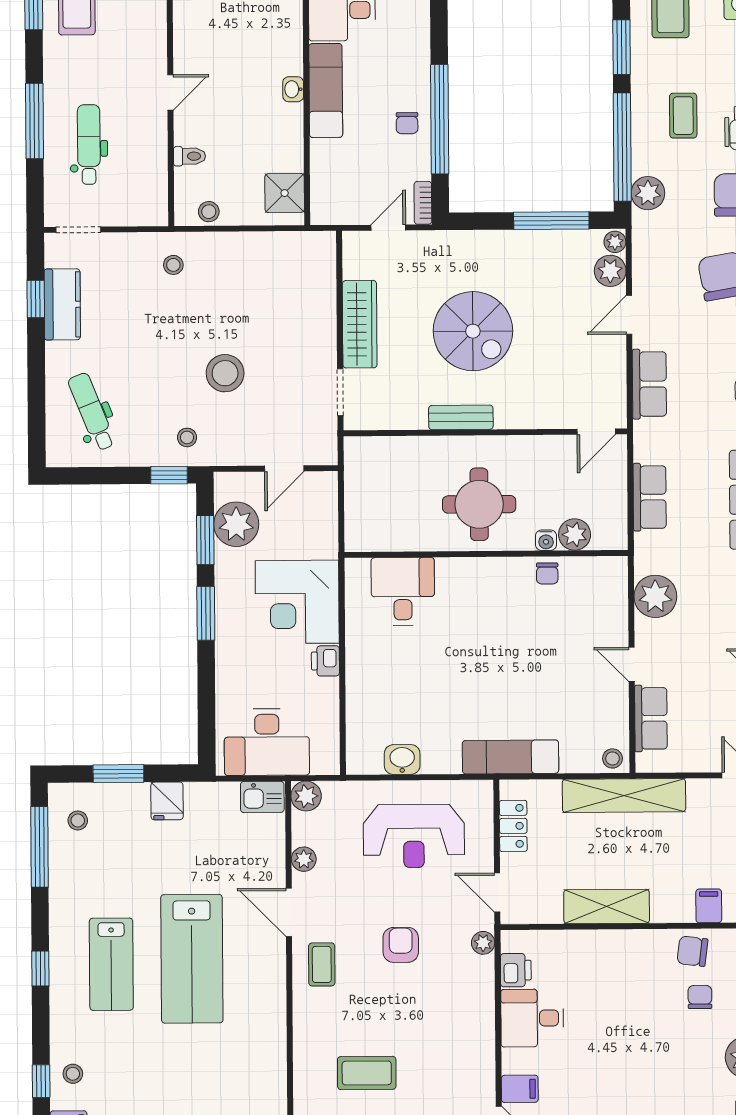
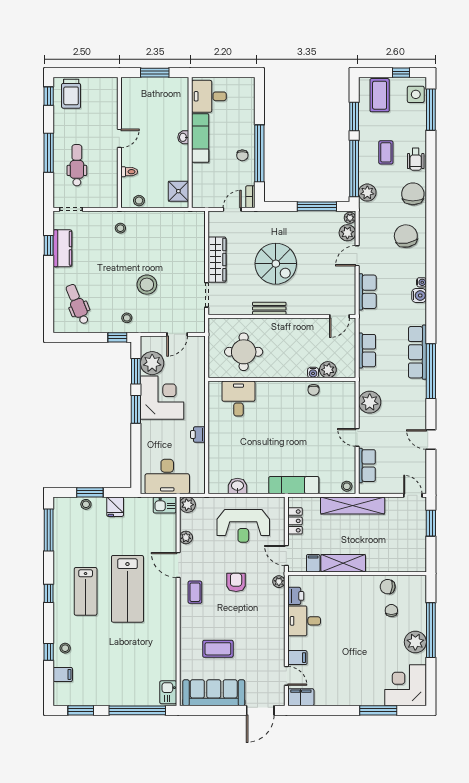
round table: (479, 504) -> (244, 352), moved
corner desk: (297, 602) -> (162, 398), moved, turned 180
stool: (78, 821) -> (86, 504), moved
filing cabinet: (709, 906) -> (313, 563), moved

